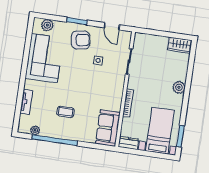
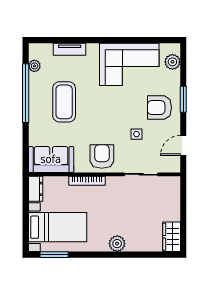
armchair: (81, 40) -> (160, 108), turned 99
armchair: (111, 89) -> (102, 157), added
coffee table: (66, 112) -> (64, 102), width x1.86, depth x1.72

